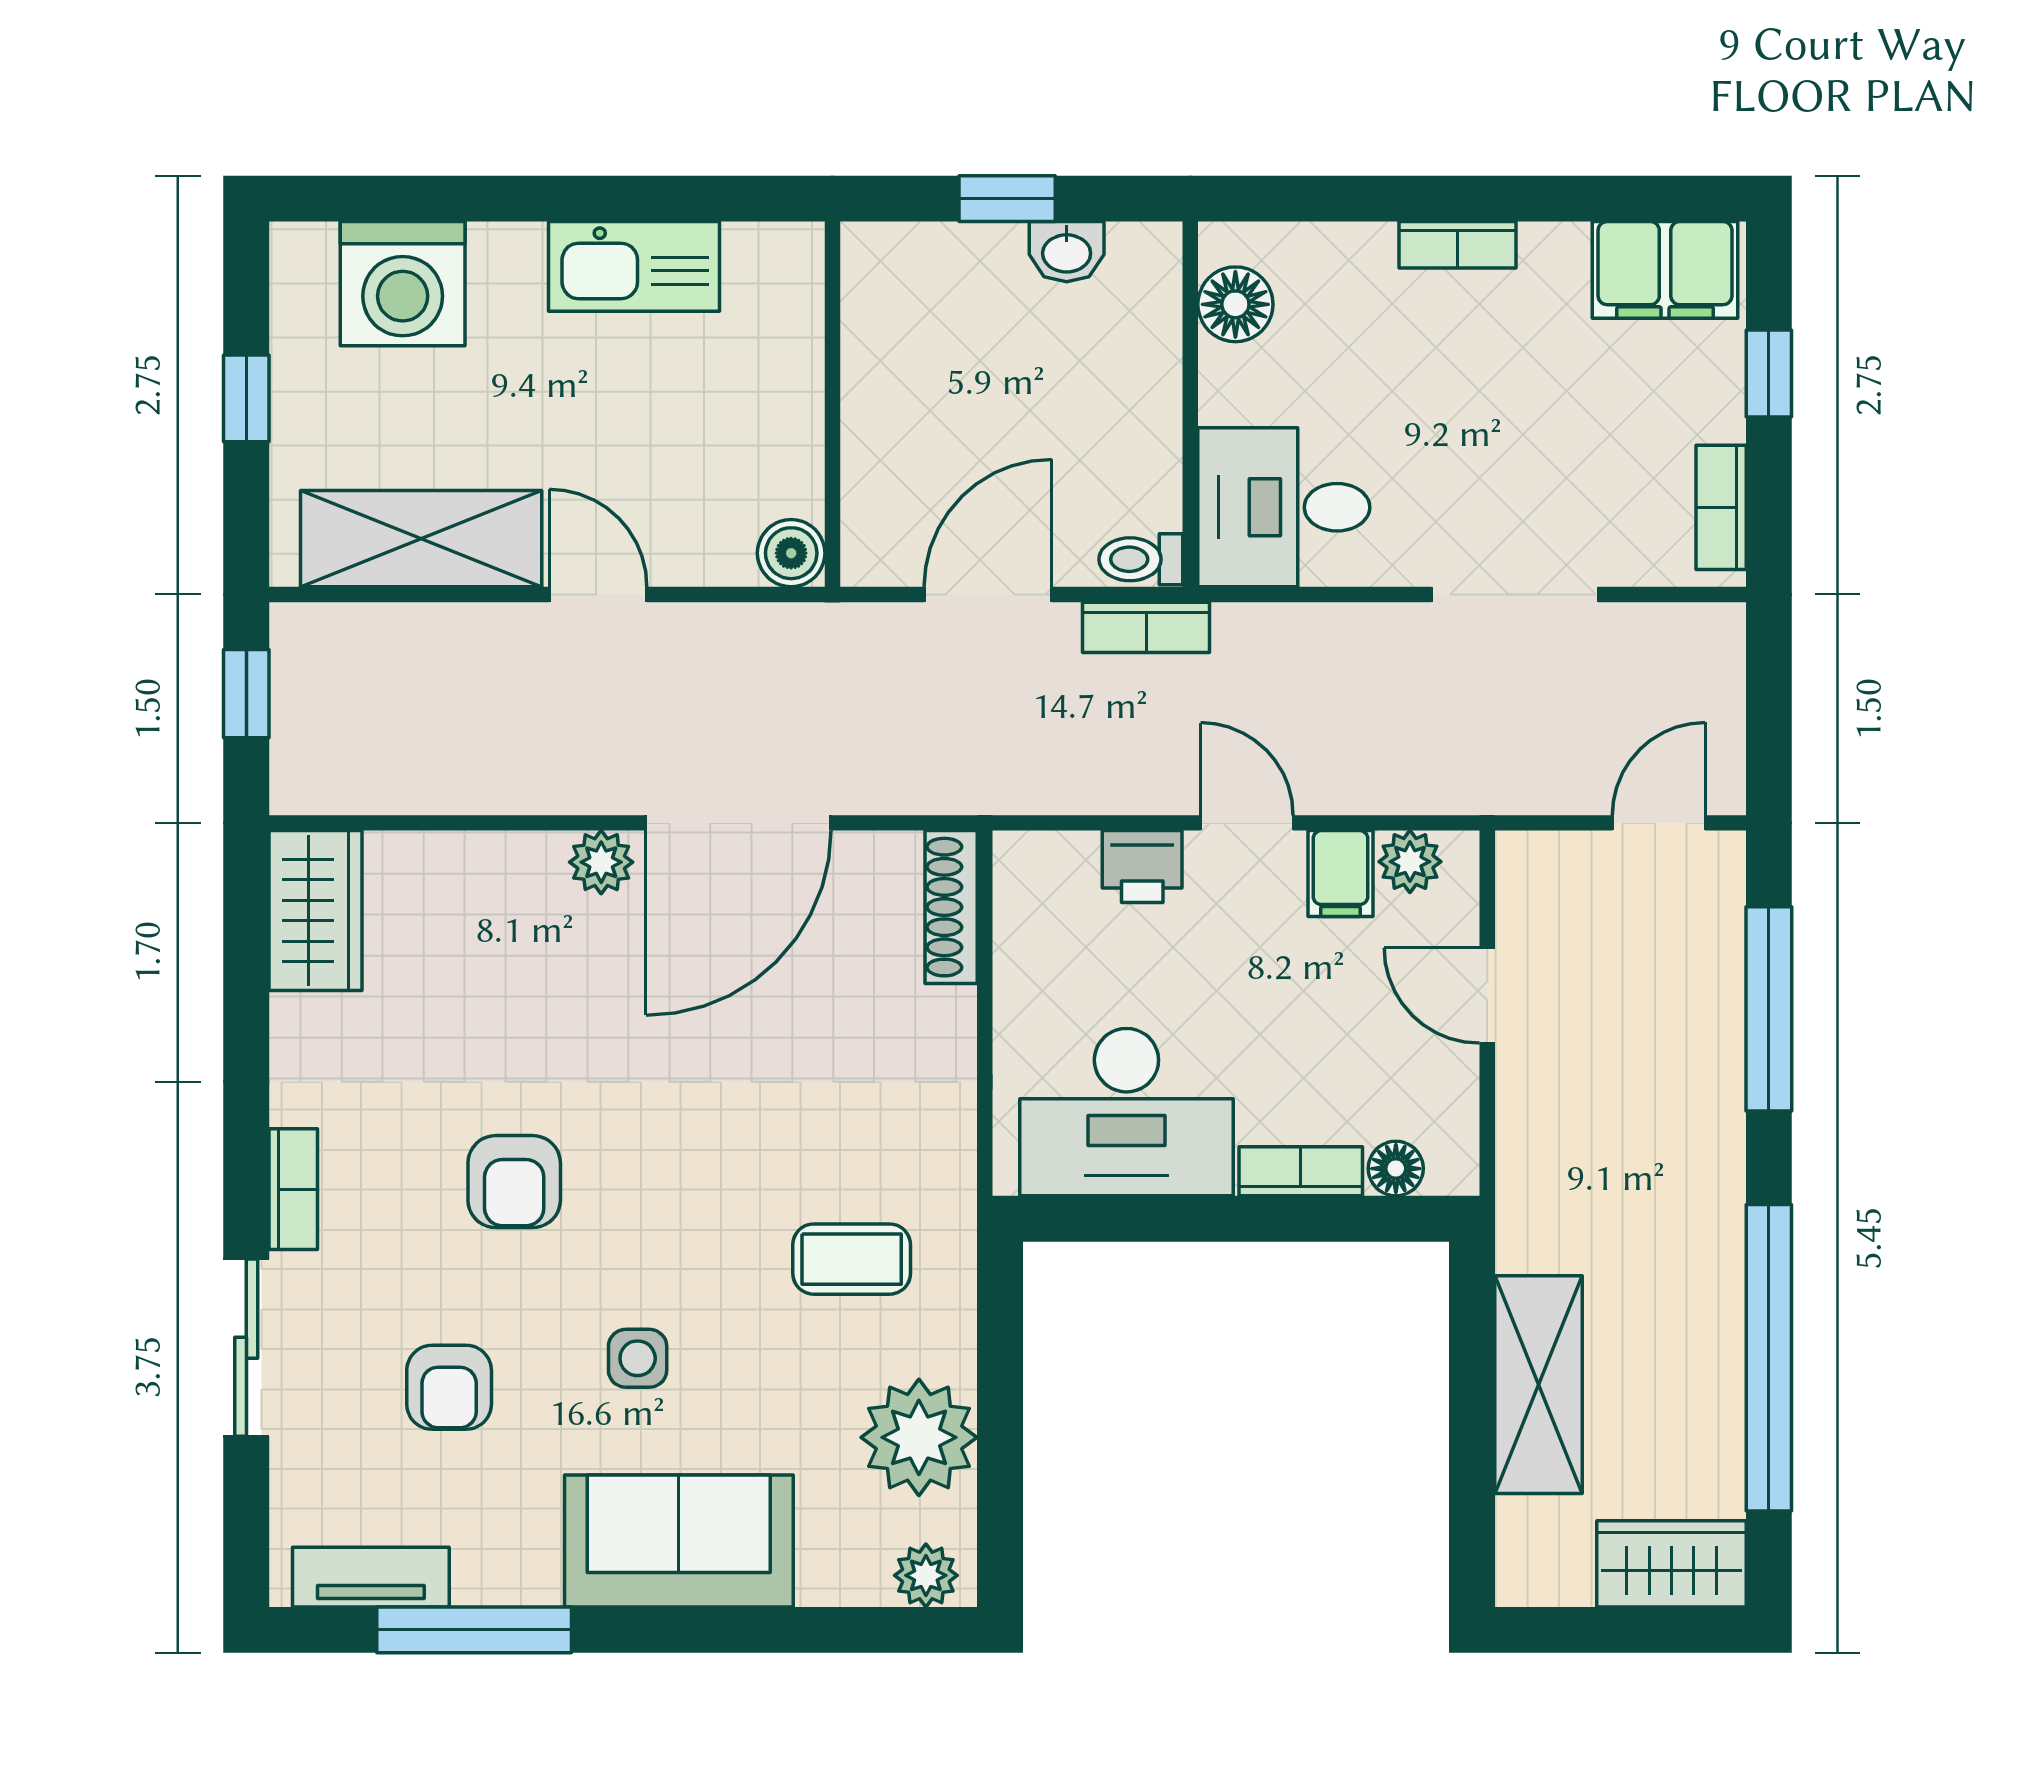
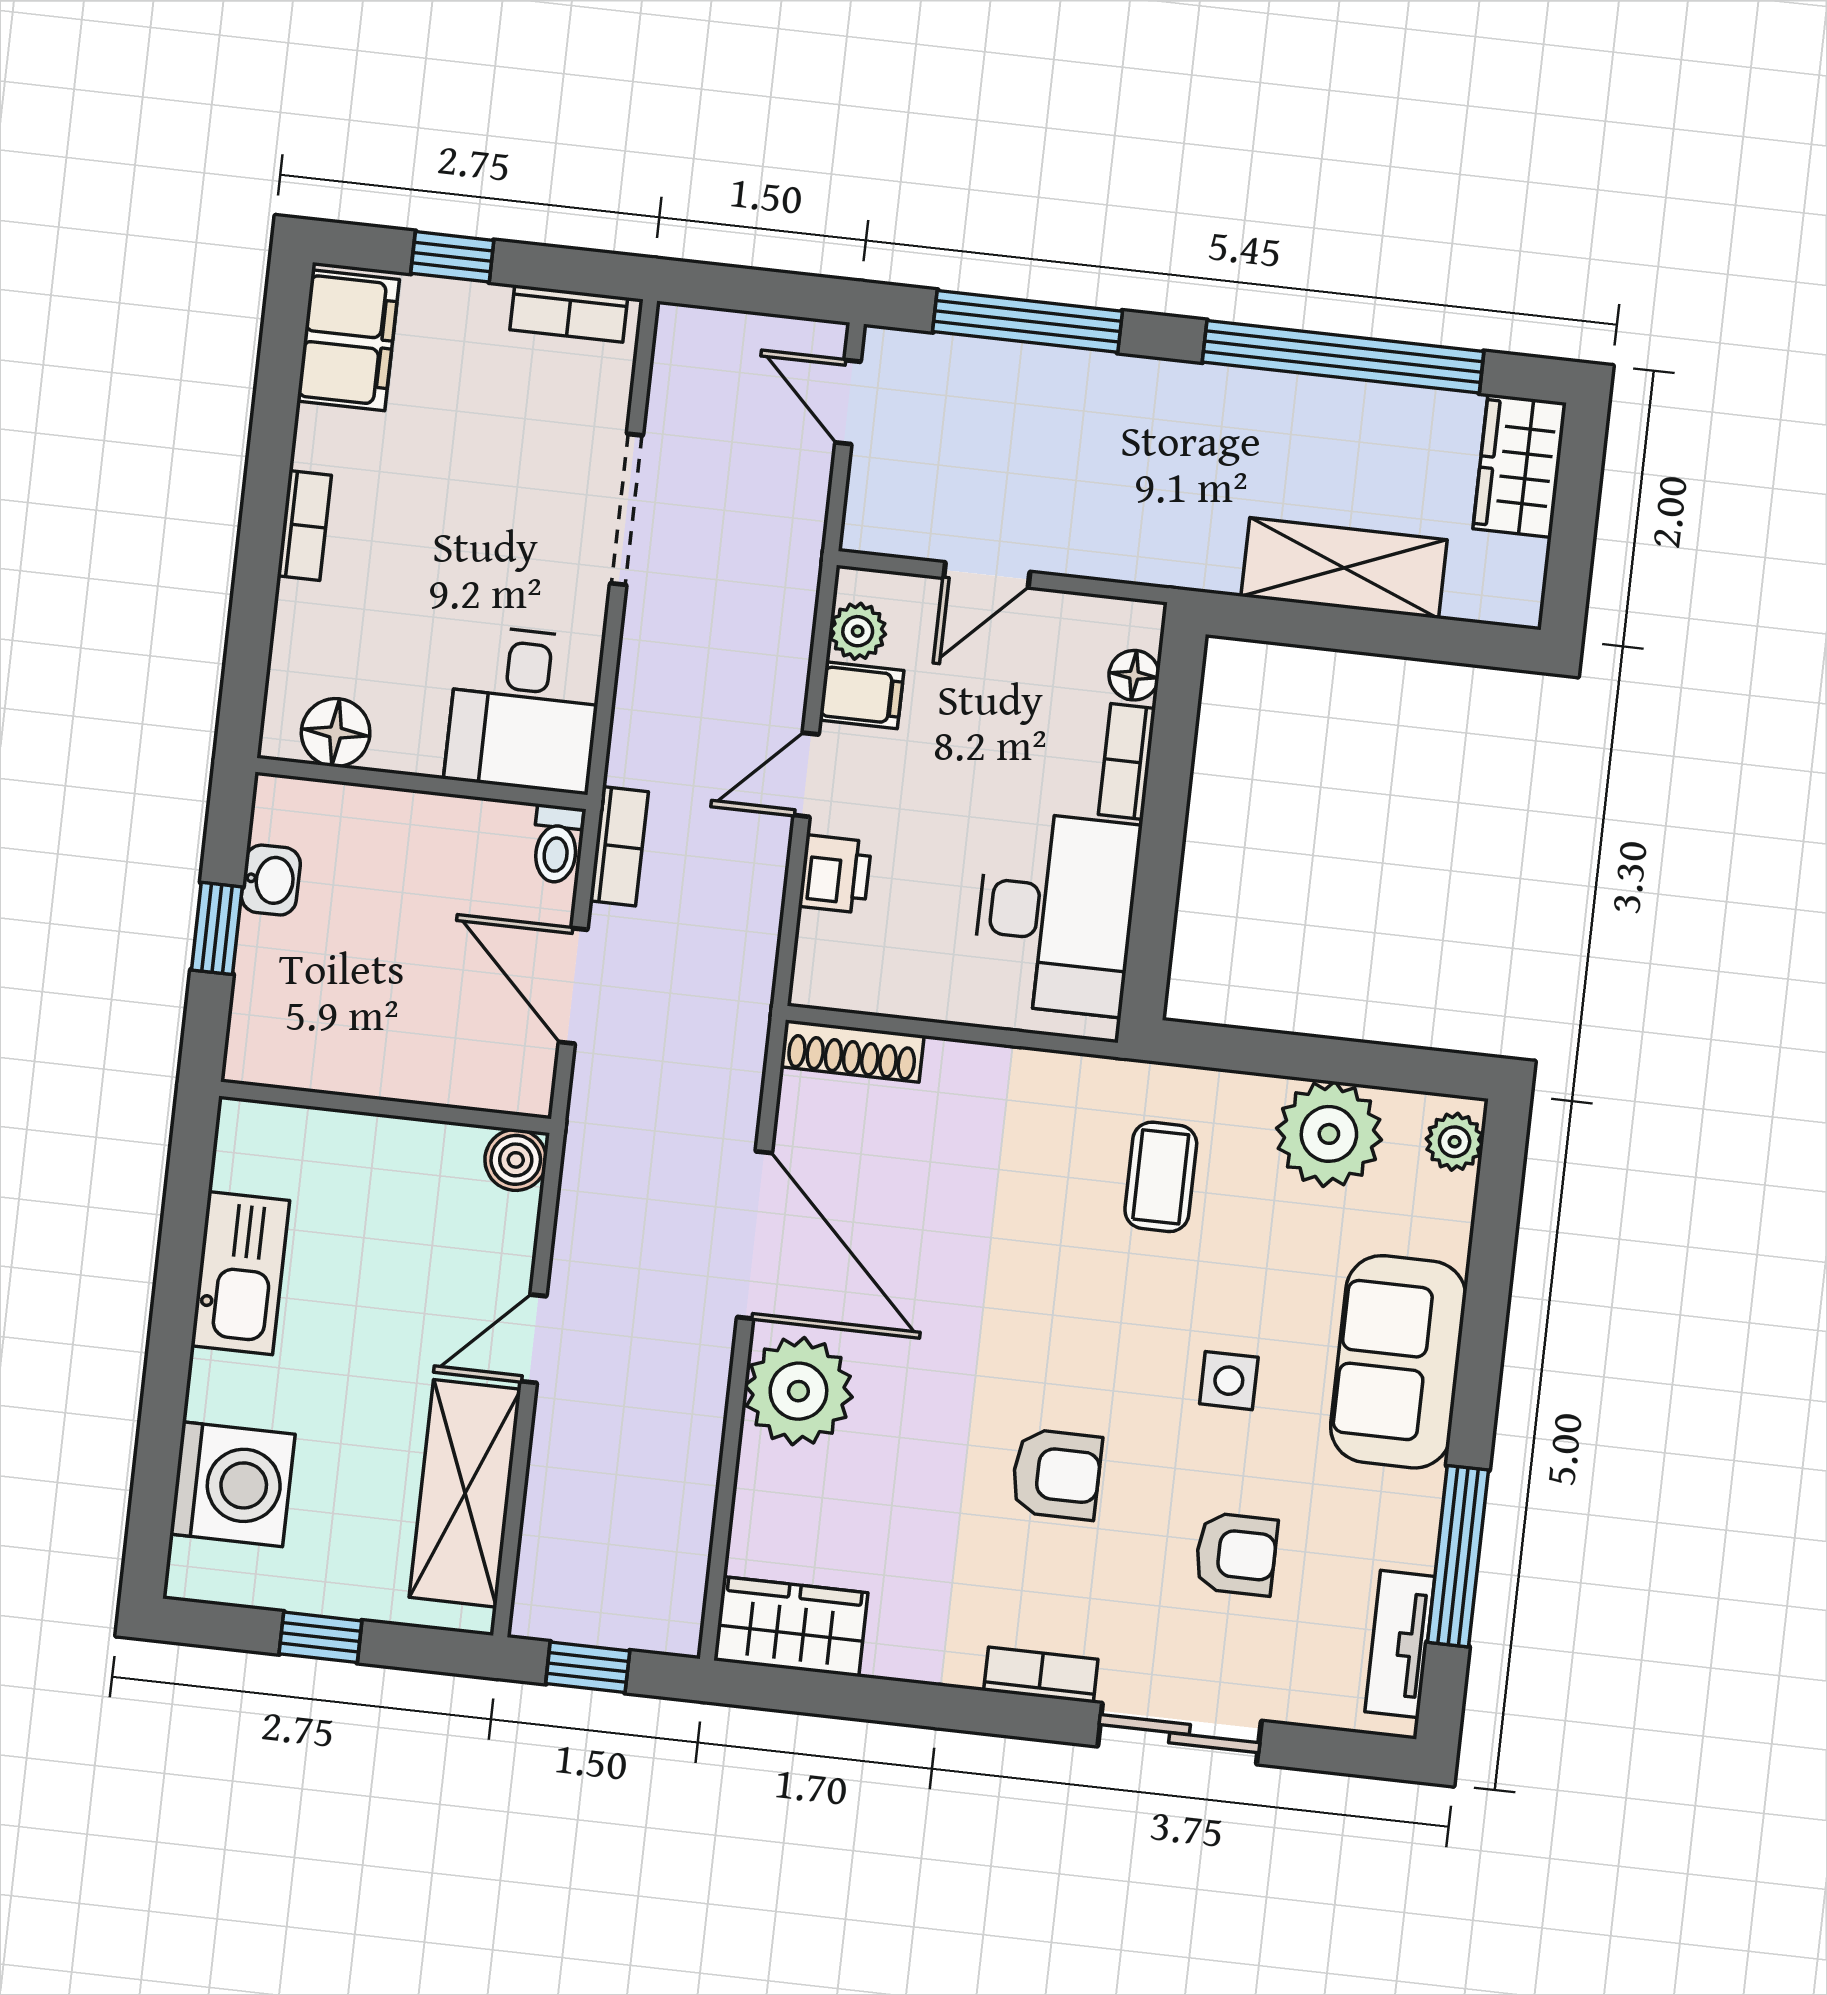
plant: (601, 862) -> (798, 1391), width x1.87, depth x1.87

